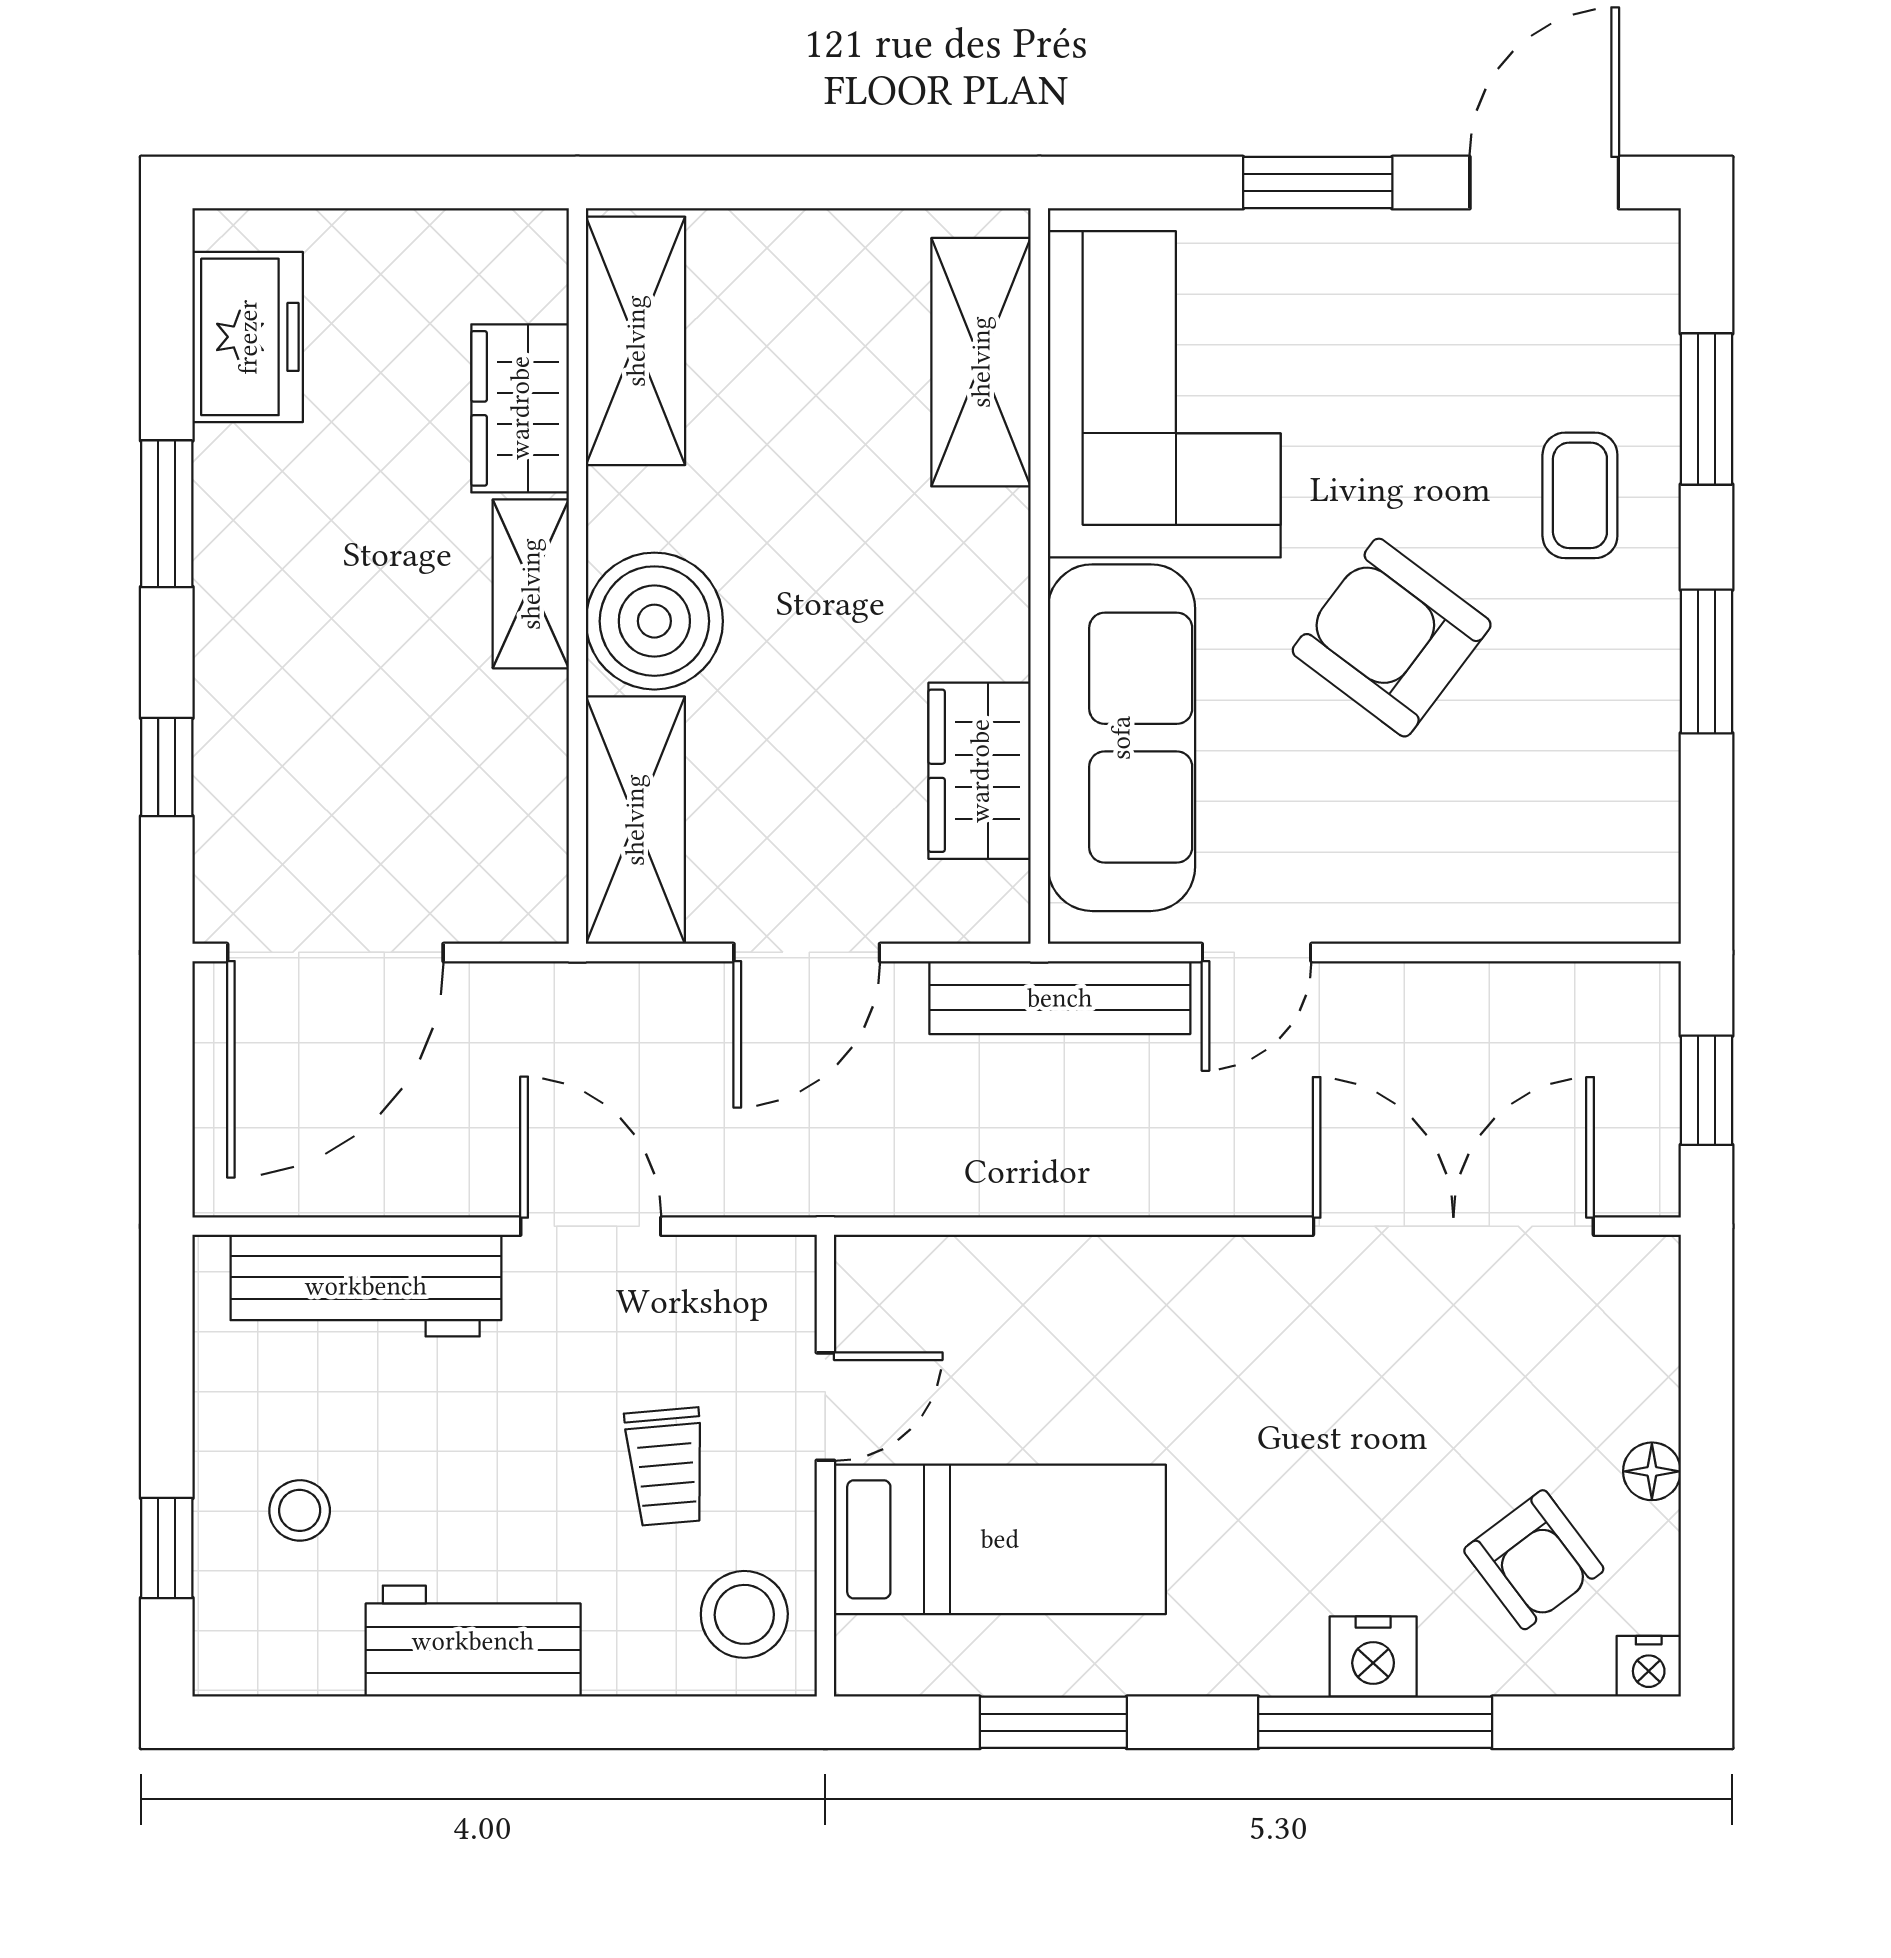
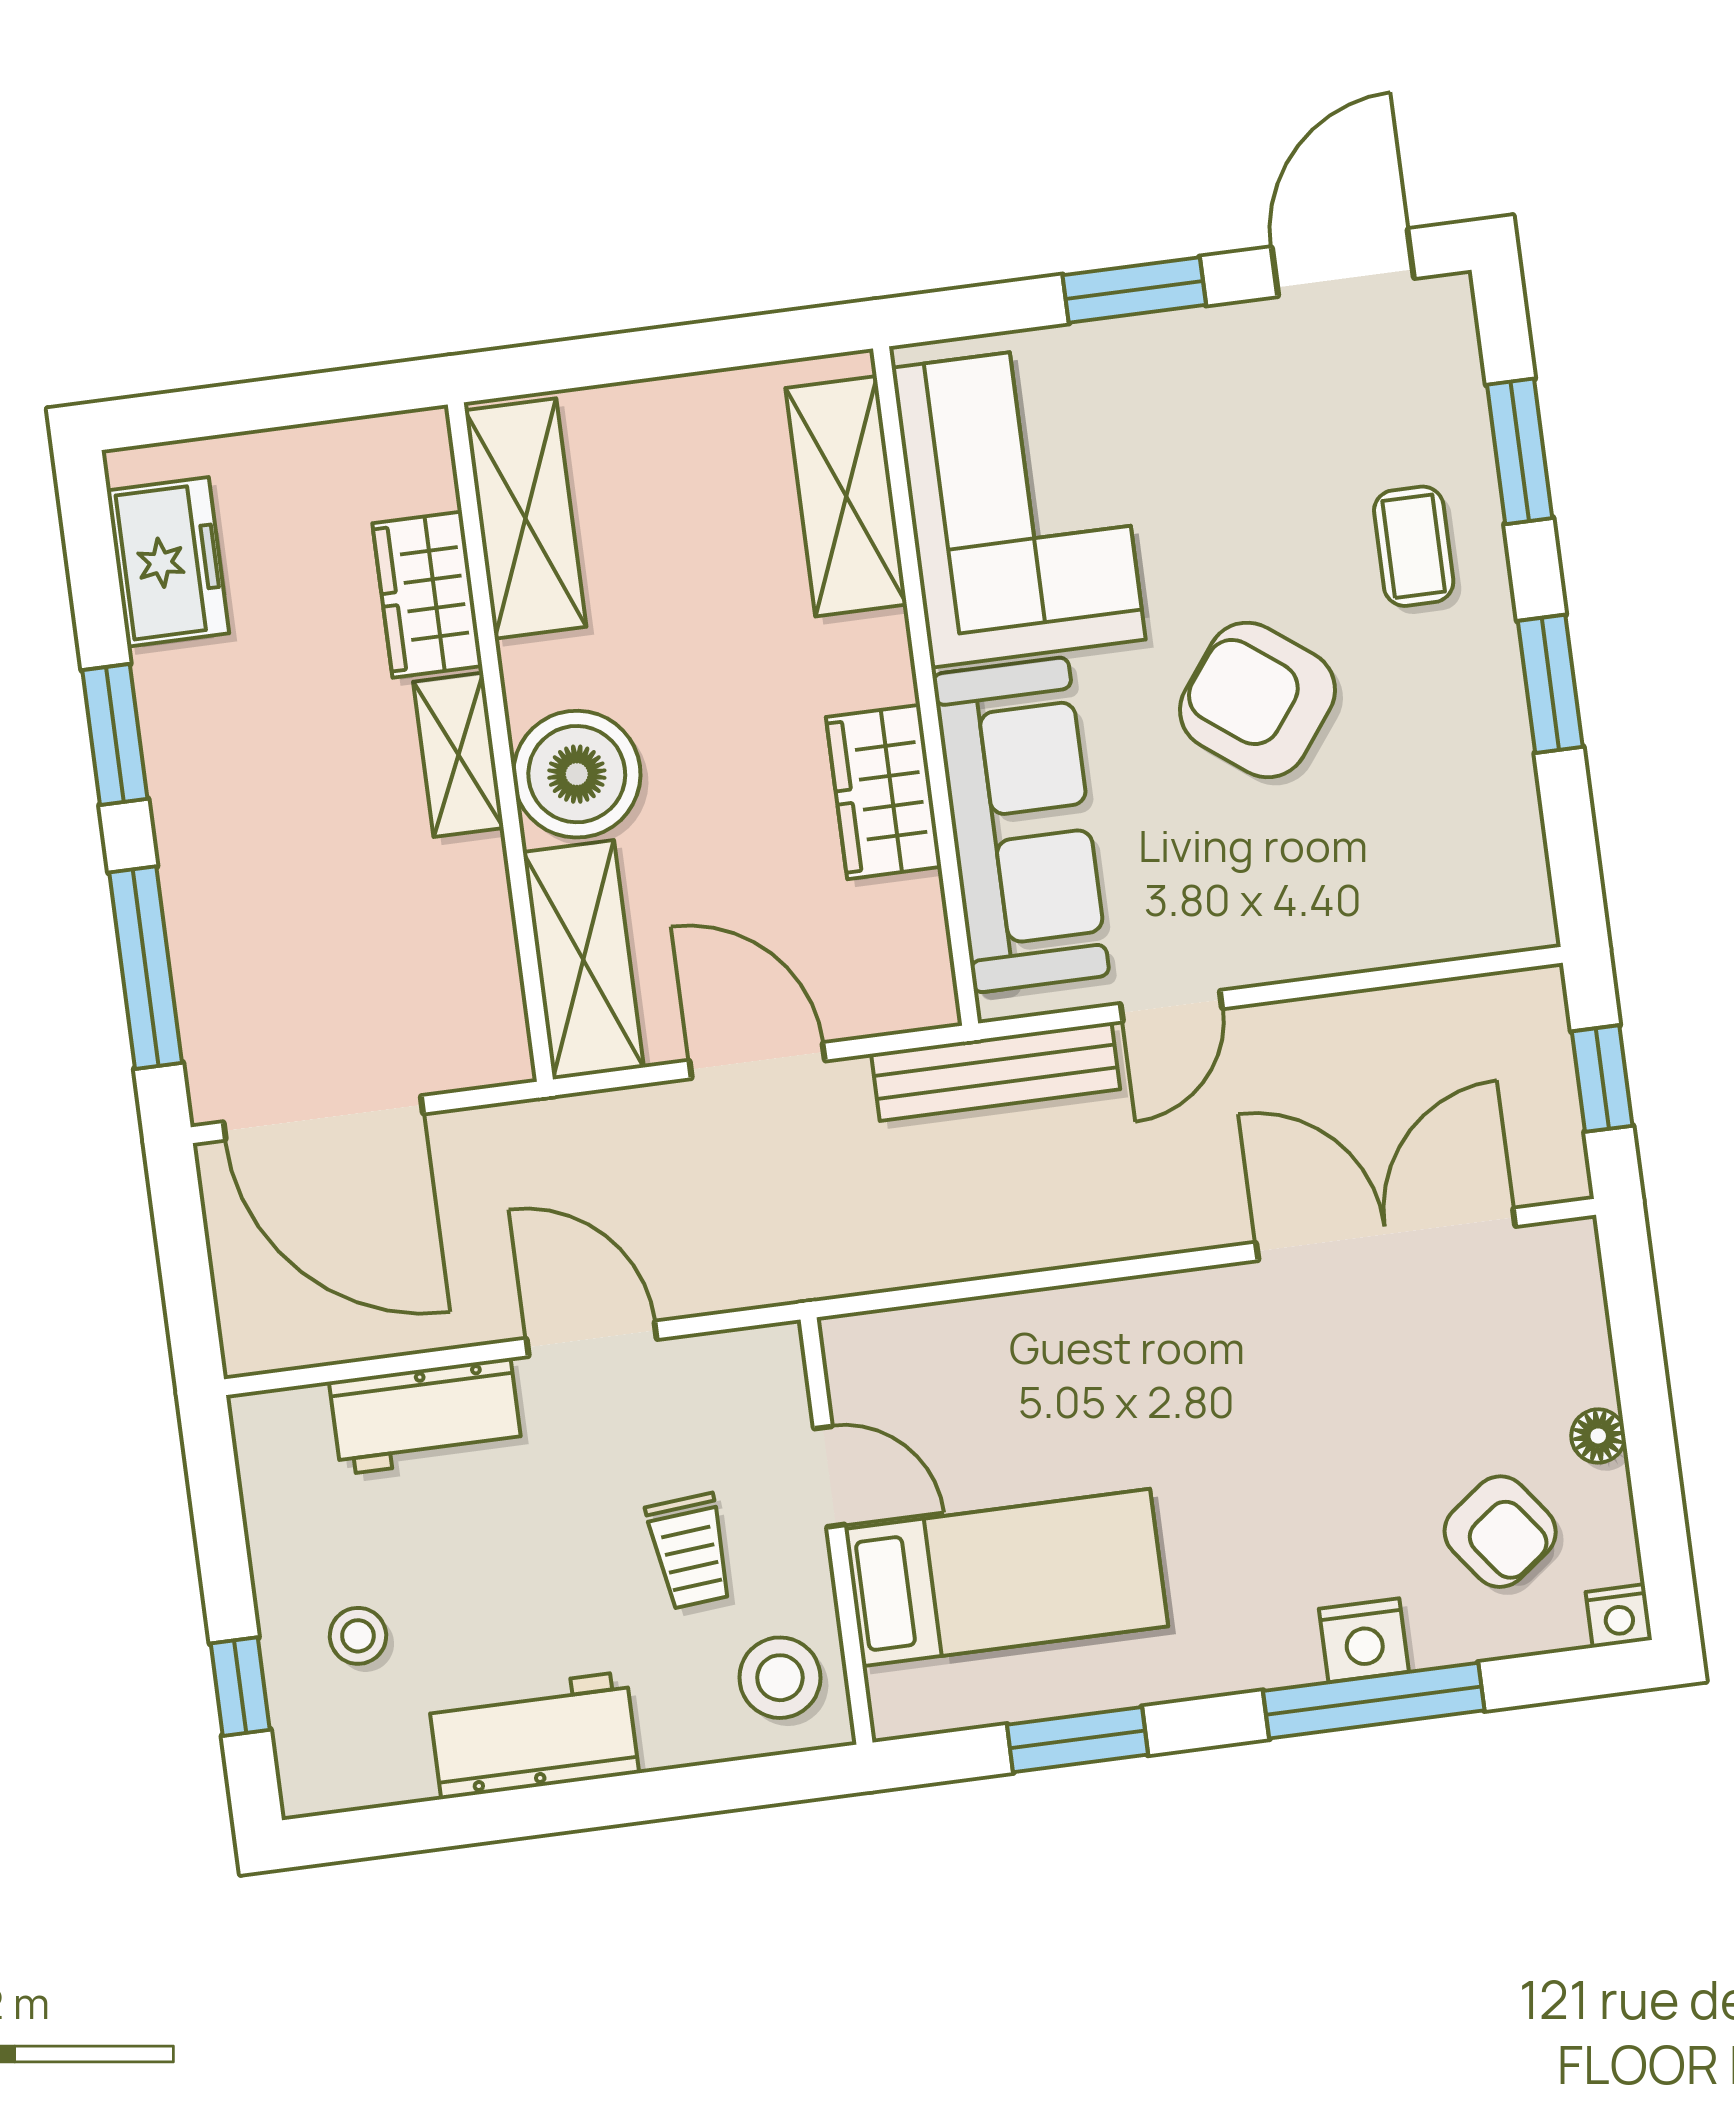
window: (167, 767) -> (146, 968), width x2.17
wardrobe: (980, 771) -> (884, 792), moved
door: (335, 952) -> (323, 1118), hinge flipped
door: (807, 952) -> (757, 1061), swing flipped
workbench: (366, 1286) -> (426, 1416), width x0.73
door: (825, 1407) -> (829, 1477), hinge flipped

